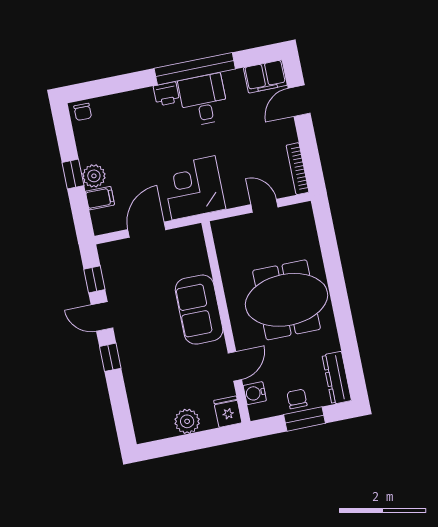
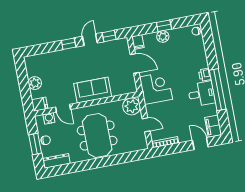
filing cabinet: (100, 198) -> (138, 42), moved
door: (264, 206) -> (146, 125), hinge flipped
plant: (229, 234) -> (132, 106), added

